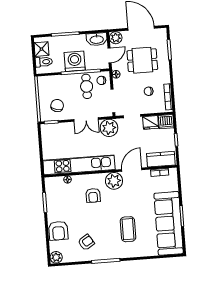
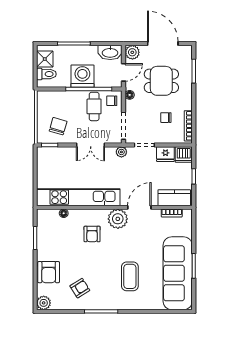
plant: (109, 128) -> (121, 152), width x0.53, depth x0.53

